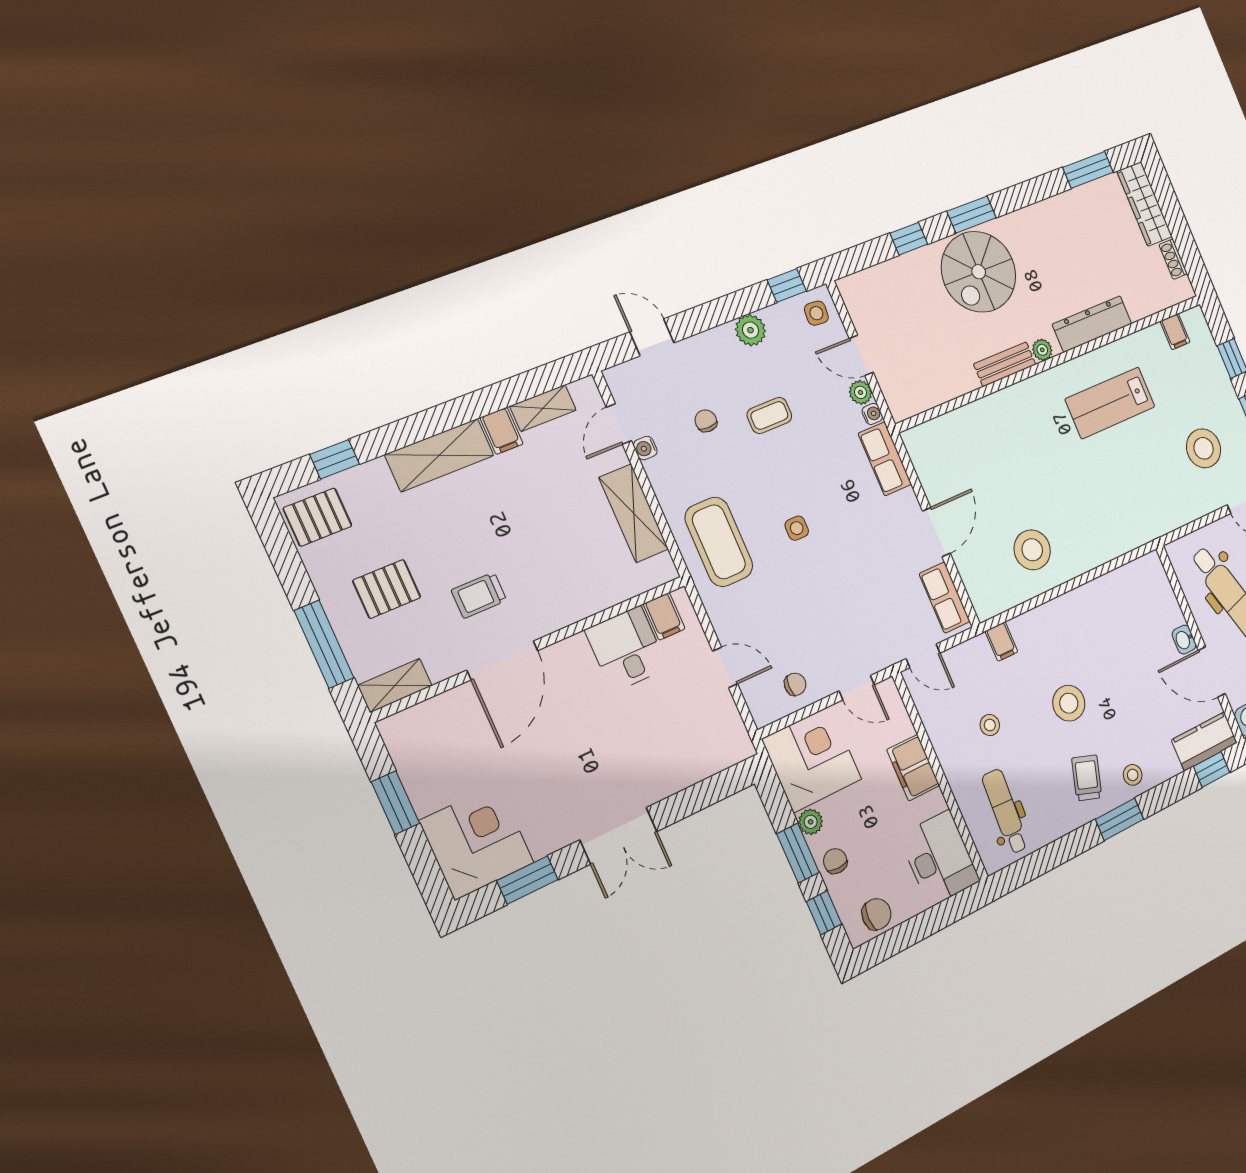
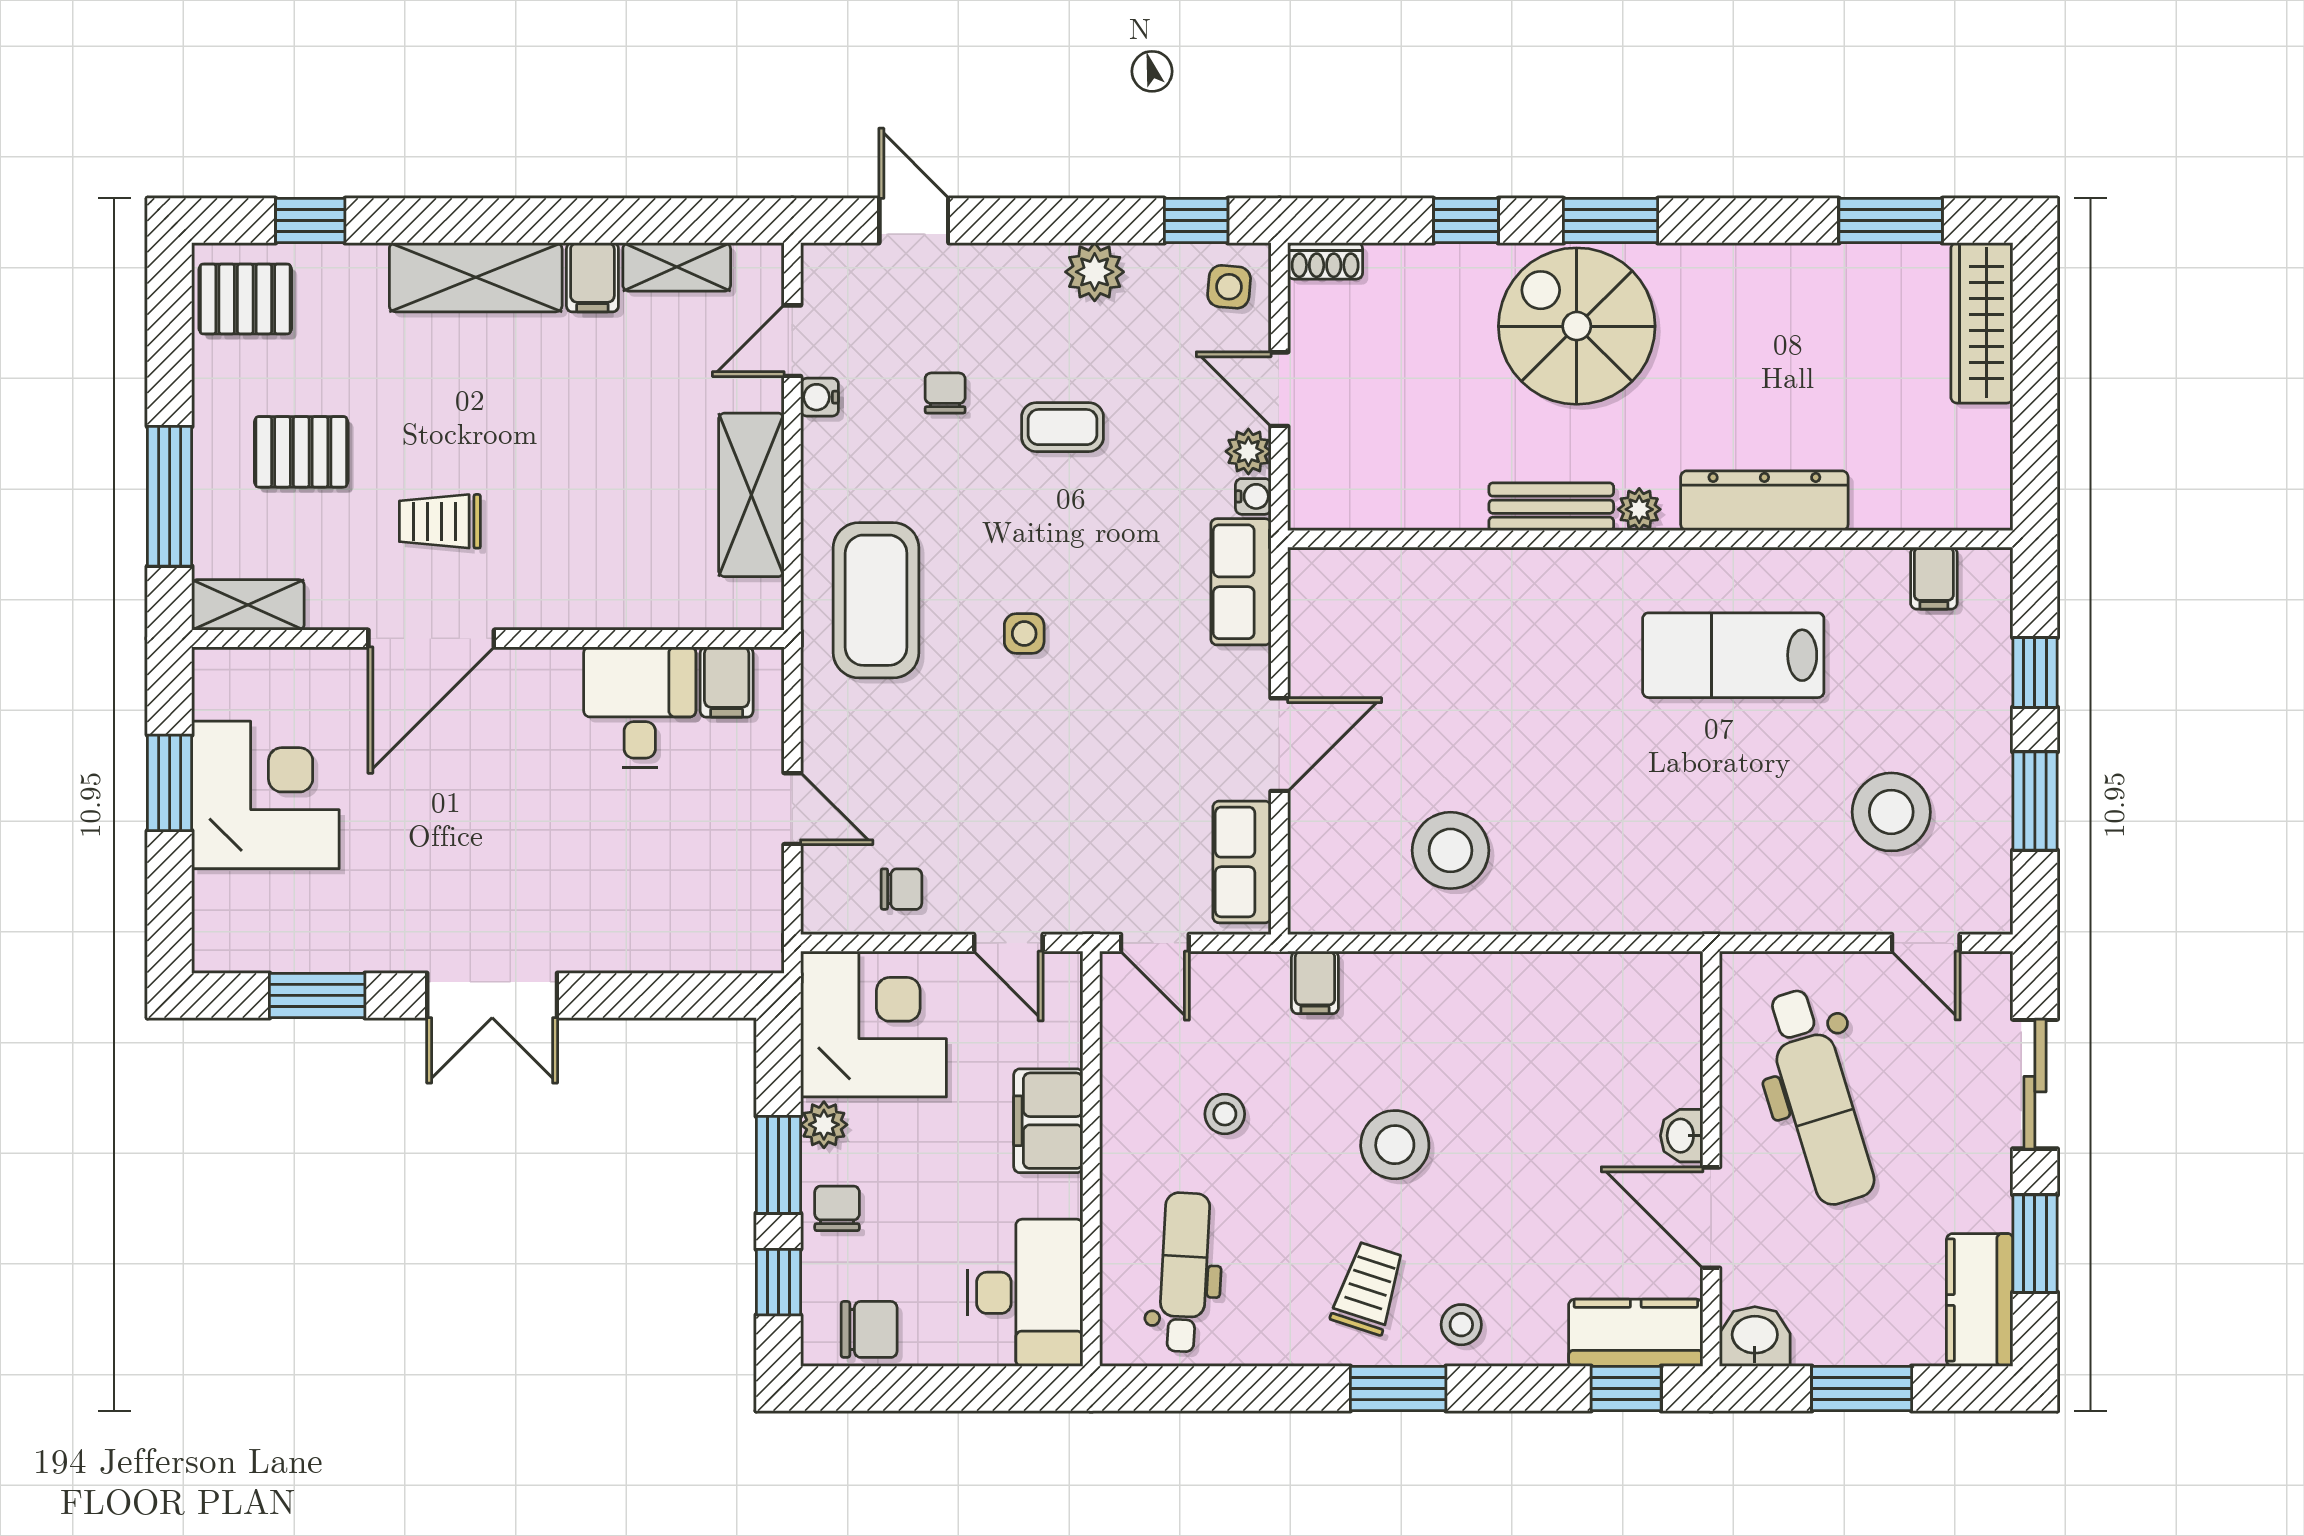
shoe rack: (1173, 259) -> (1325, 261), moved, turned -90
spiral stairs: (979, 272) -> (1577, 326), turned 90
corner desk: (477, 842) -> (265, 795), moved

